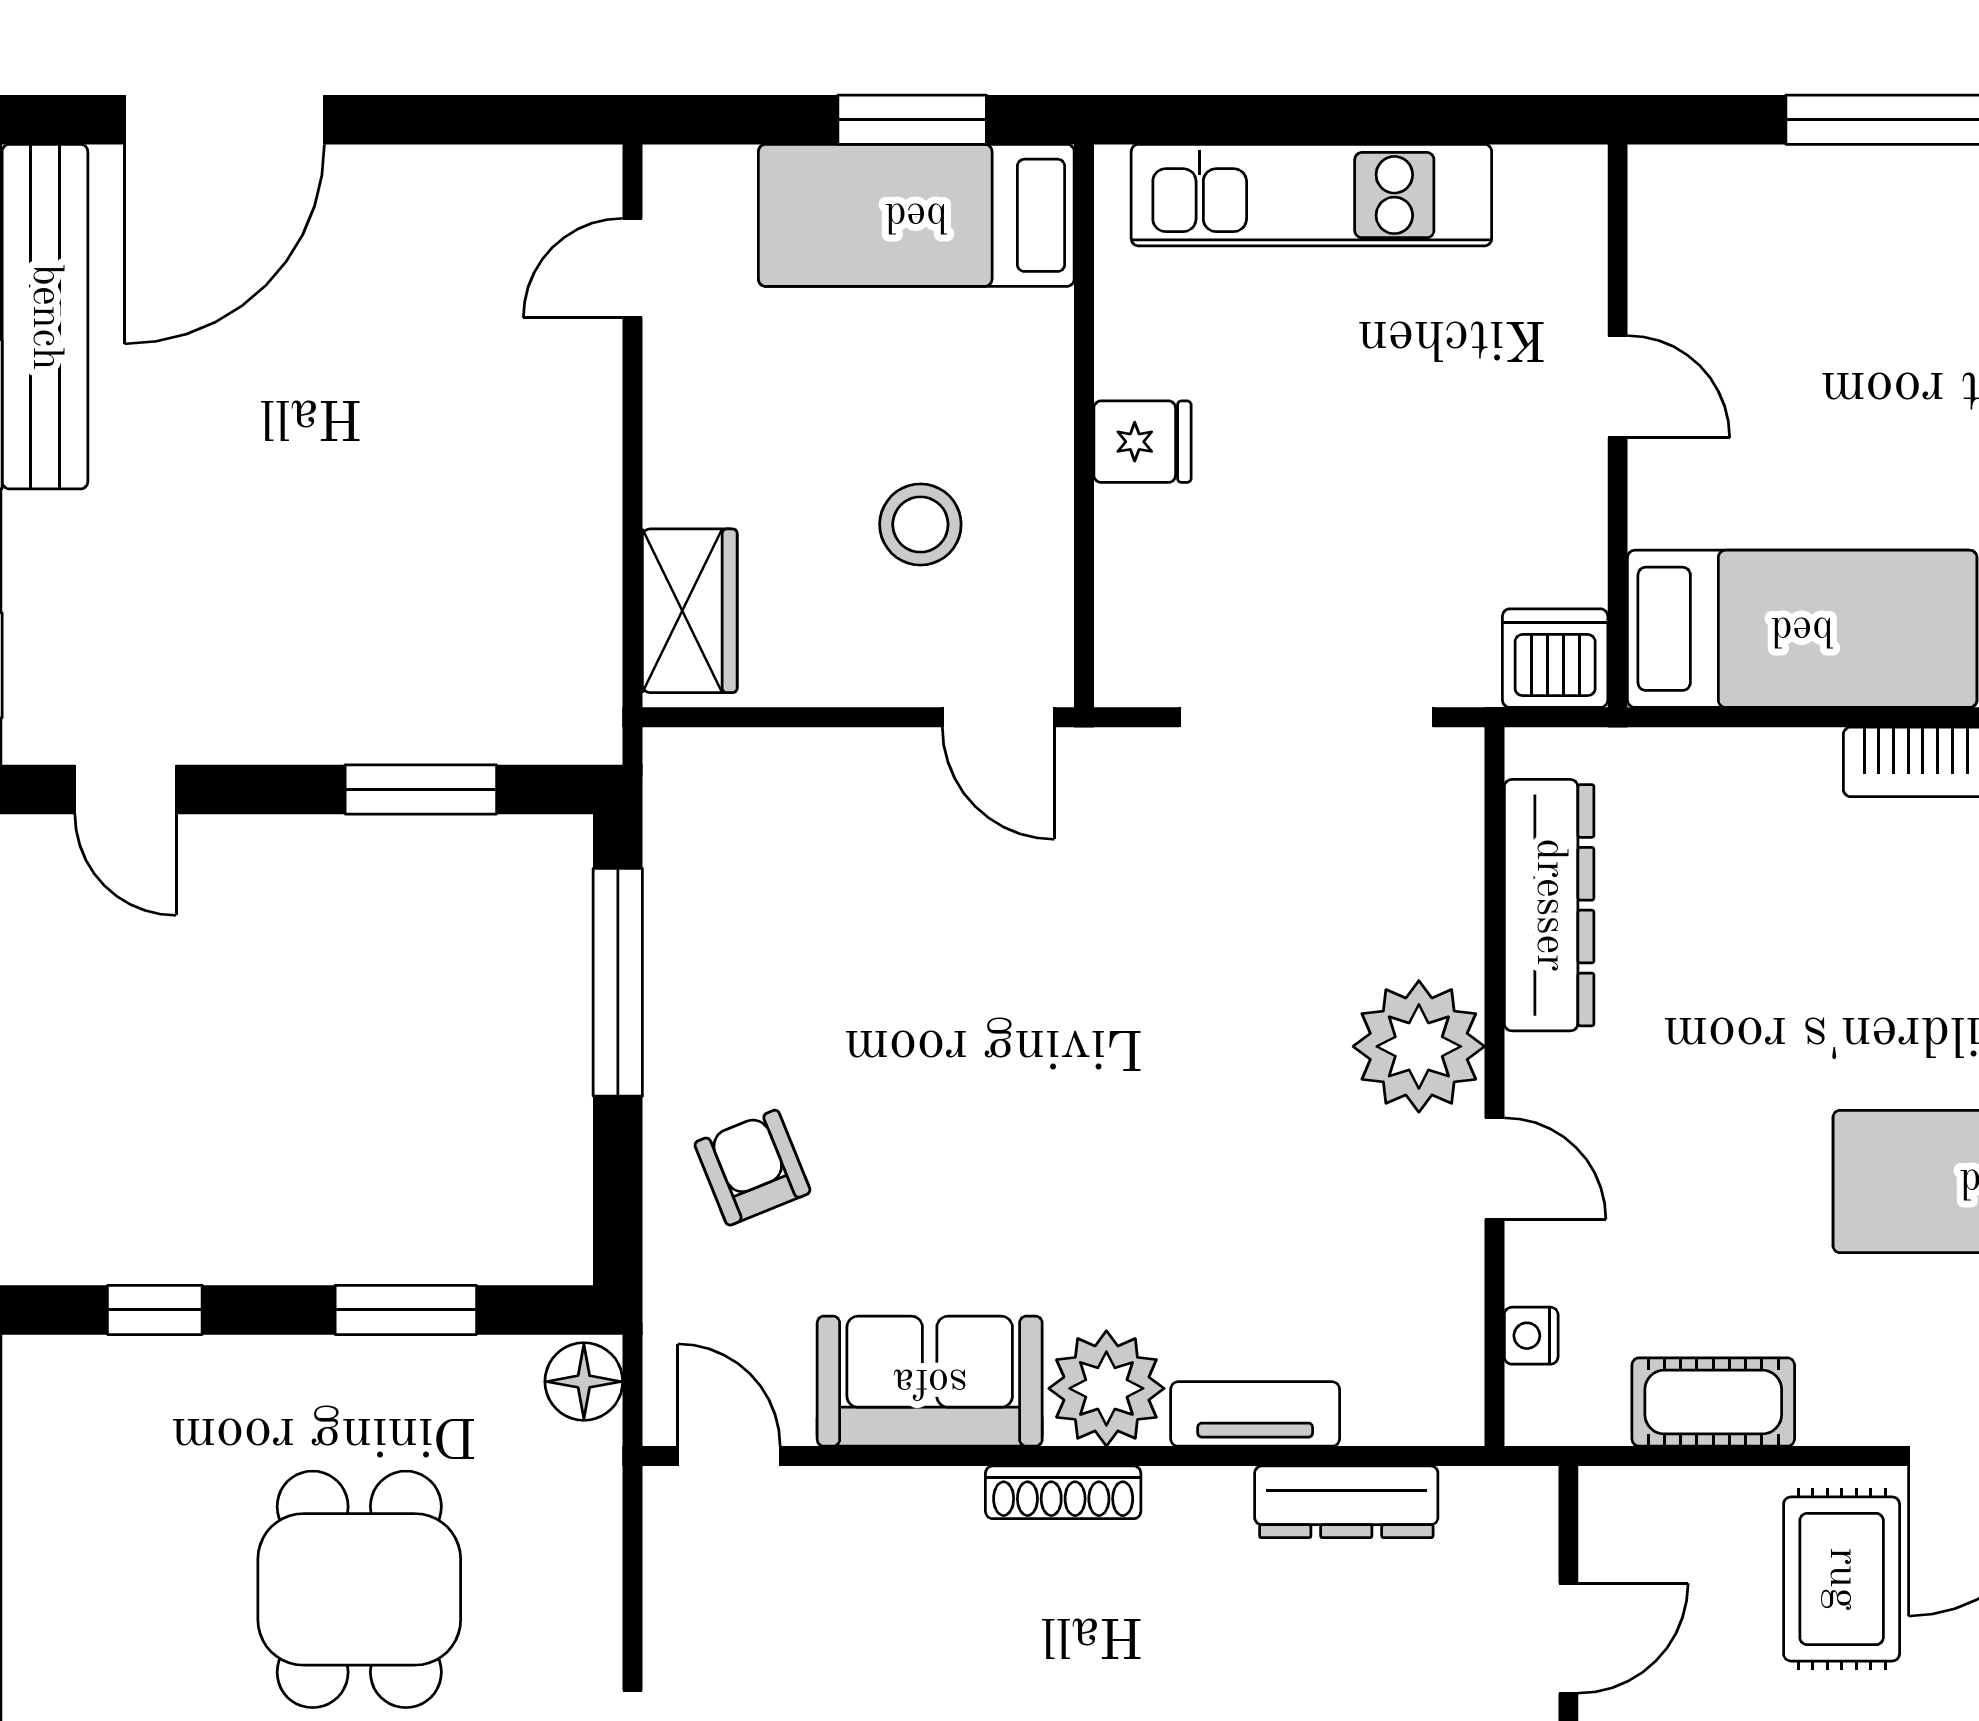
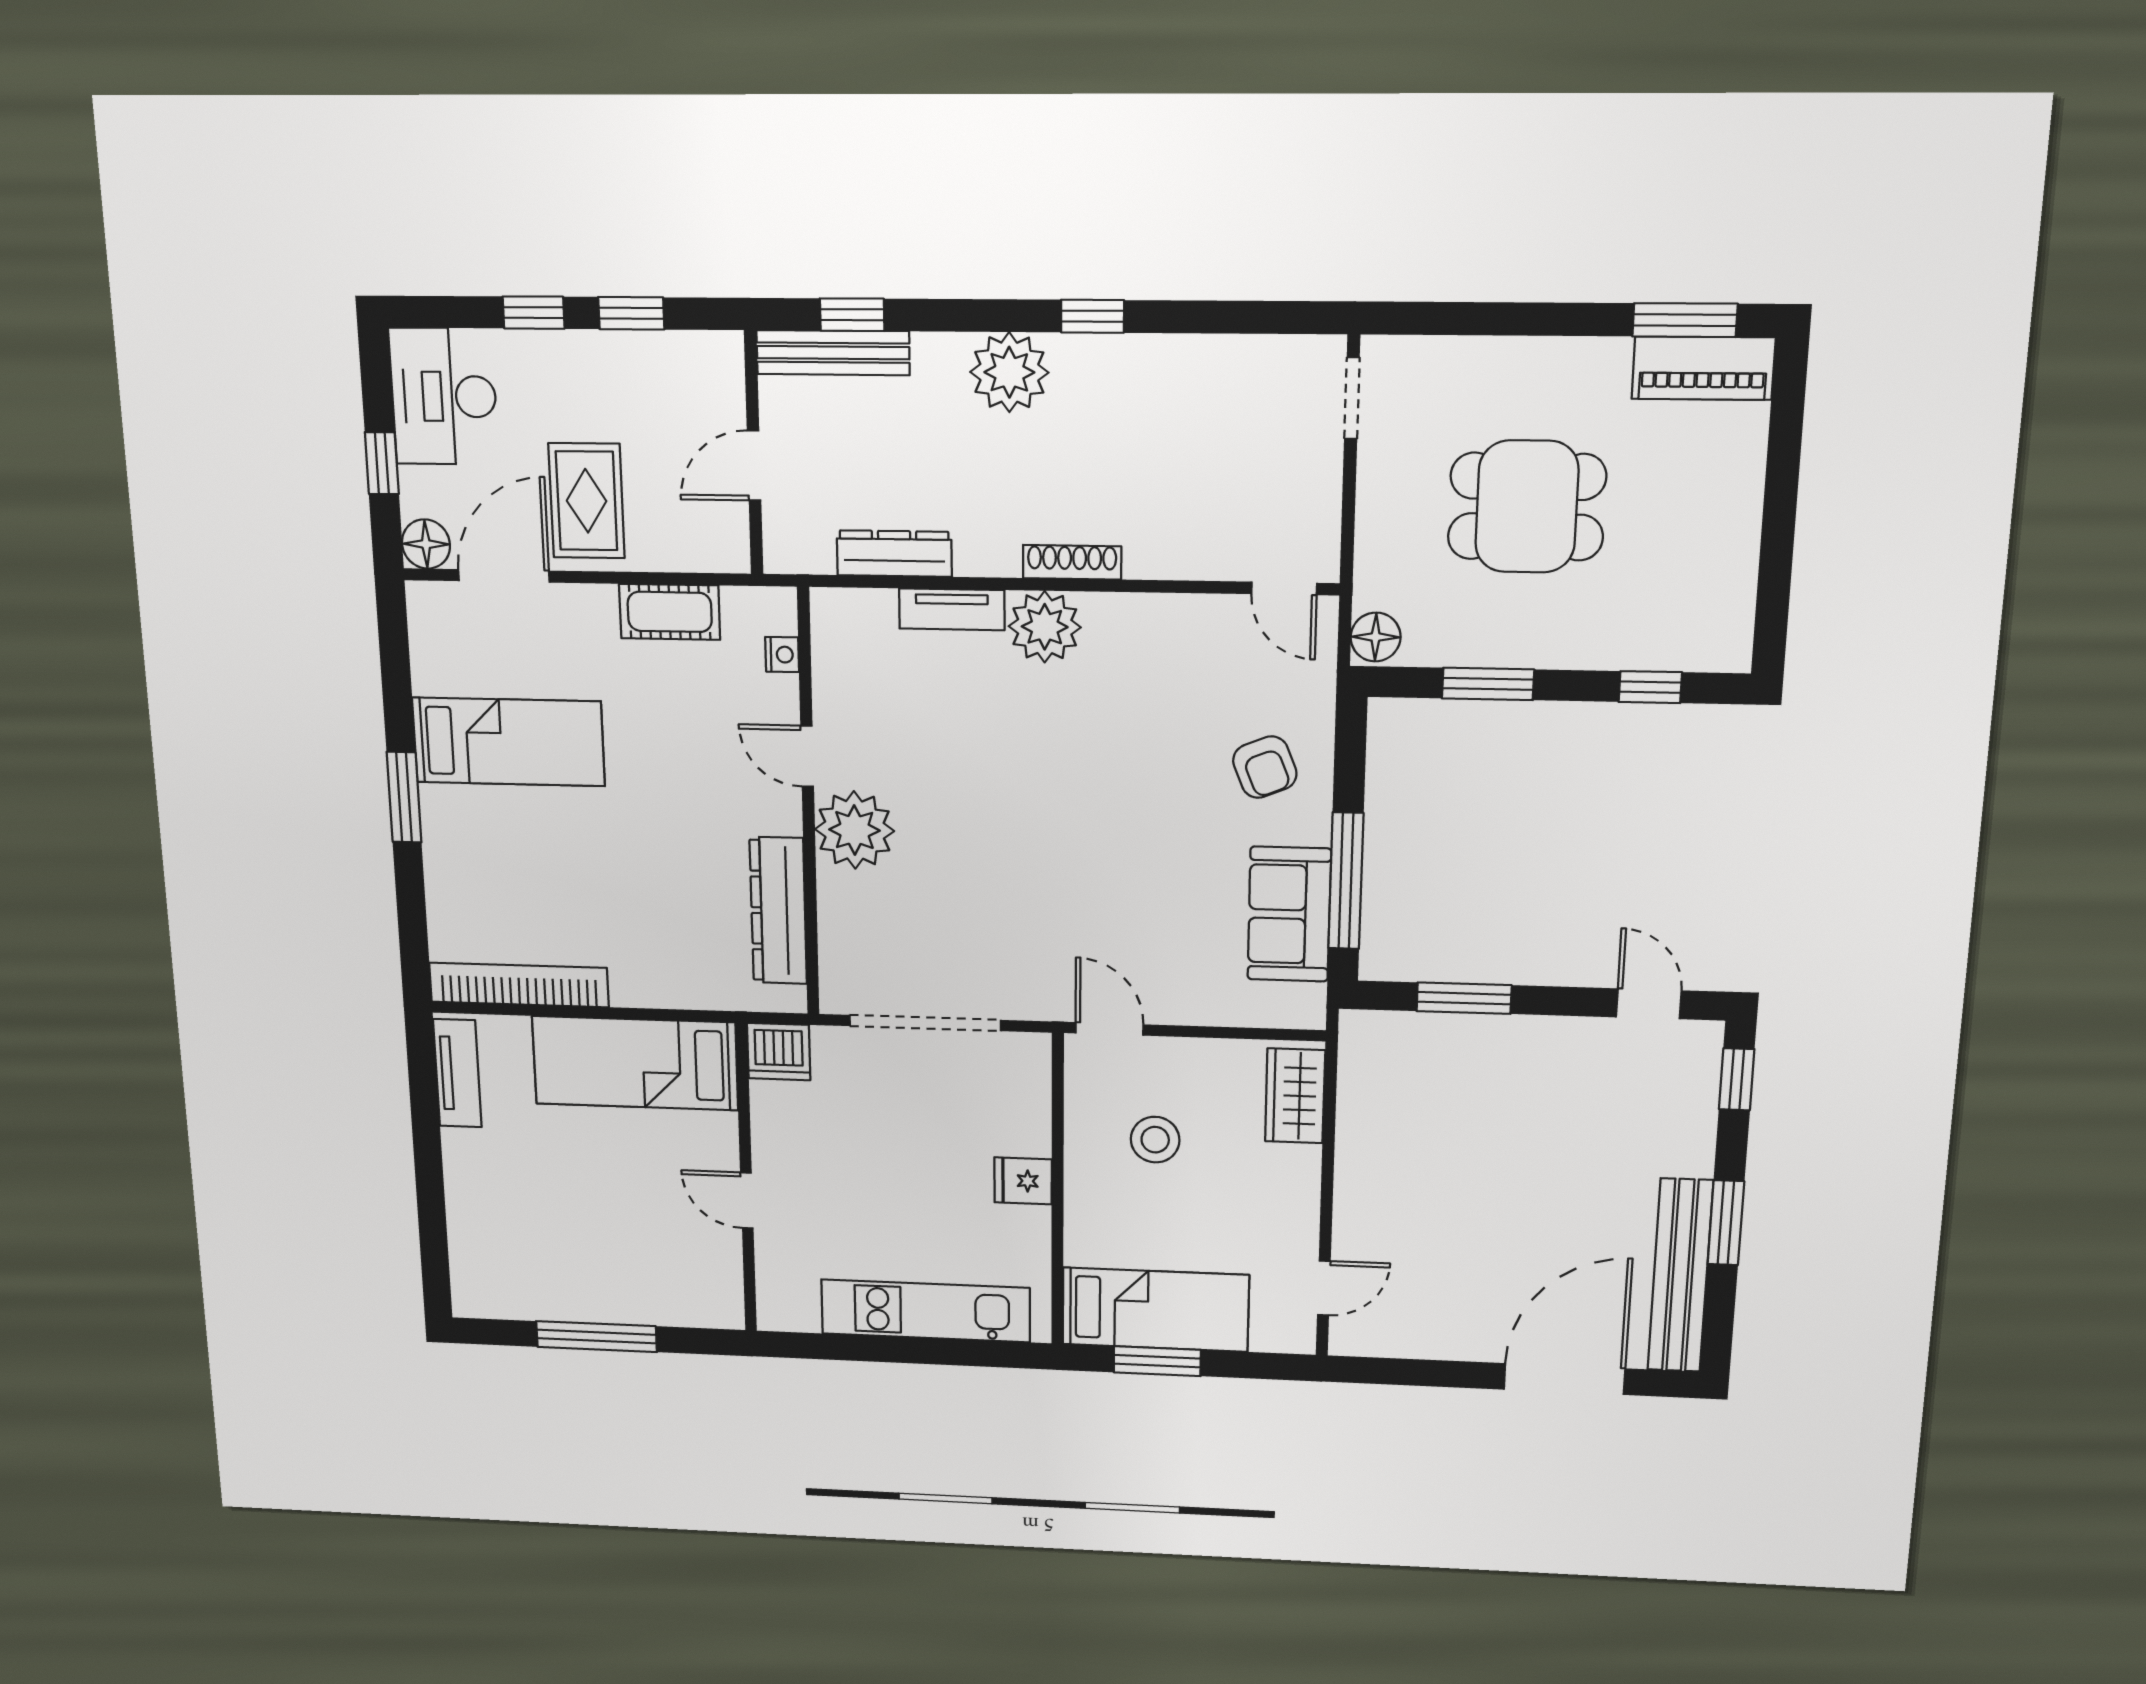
sofa: (930, 1381) -> (1289, 914), moved, turned 90
dining table: (359, 1589) -> (1527, 507), turned 90

